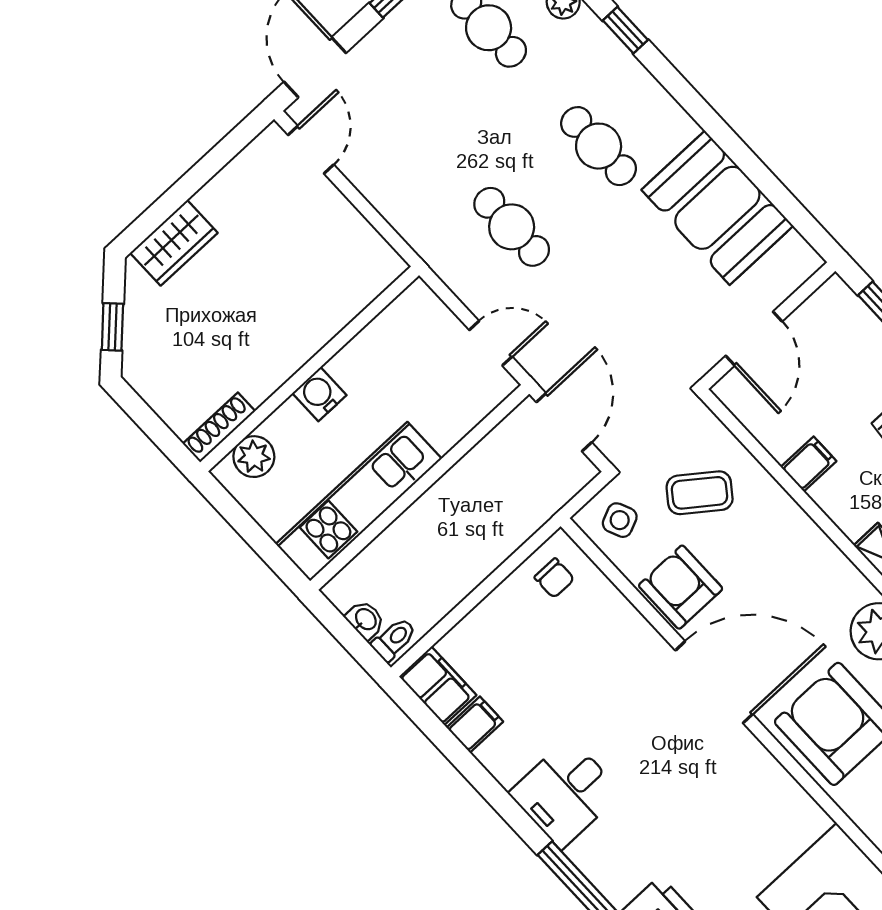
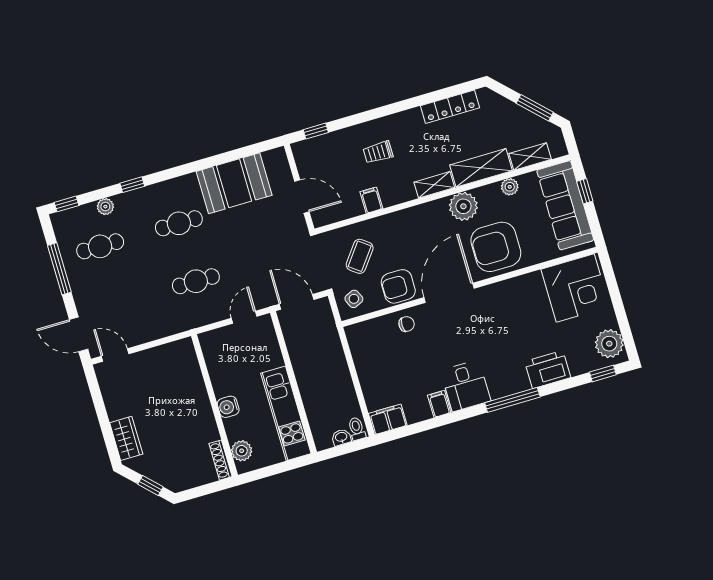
chair: (554, 578) -> (407, 324), moved
filing cabinet: (475, 725) -> (439, 404), moved

